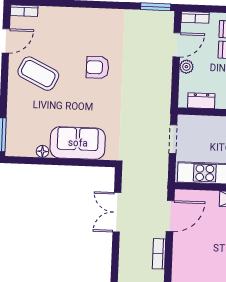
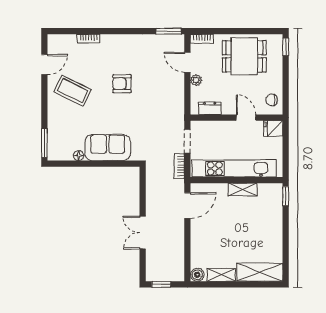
bookcase: (24, 11) -> (89, 39), moved
door: (177, 45) -> (187, 62), swing flipped
double door: (117, 212) -> (143, 233), moved
bookcase: (159, 254) -> (179, 166), moved

